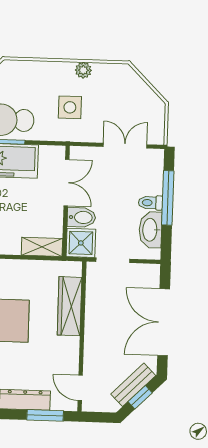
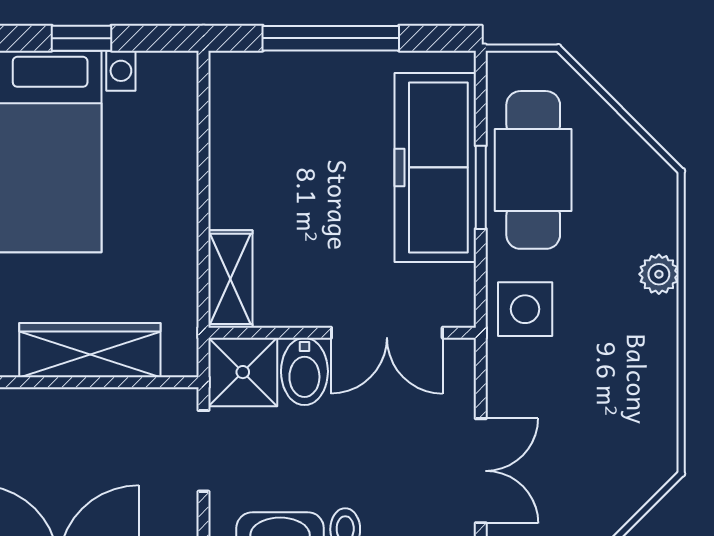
plant: (83, 70) -> (659, 274), moved
side table: (70, 107) -> (525, 309), moved

